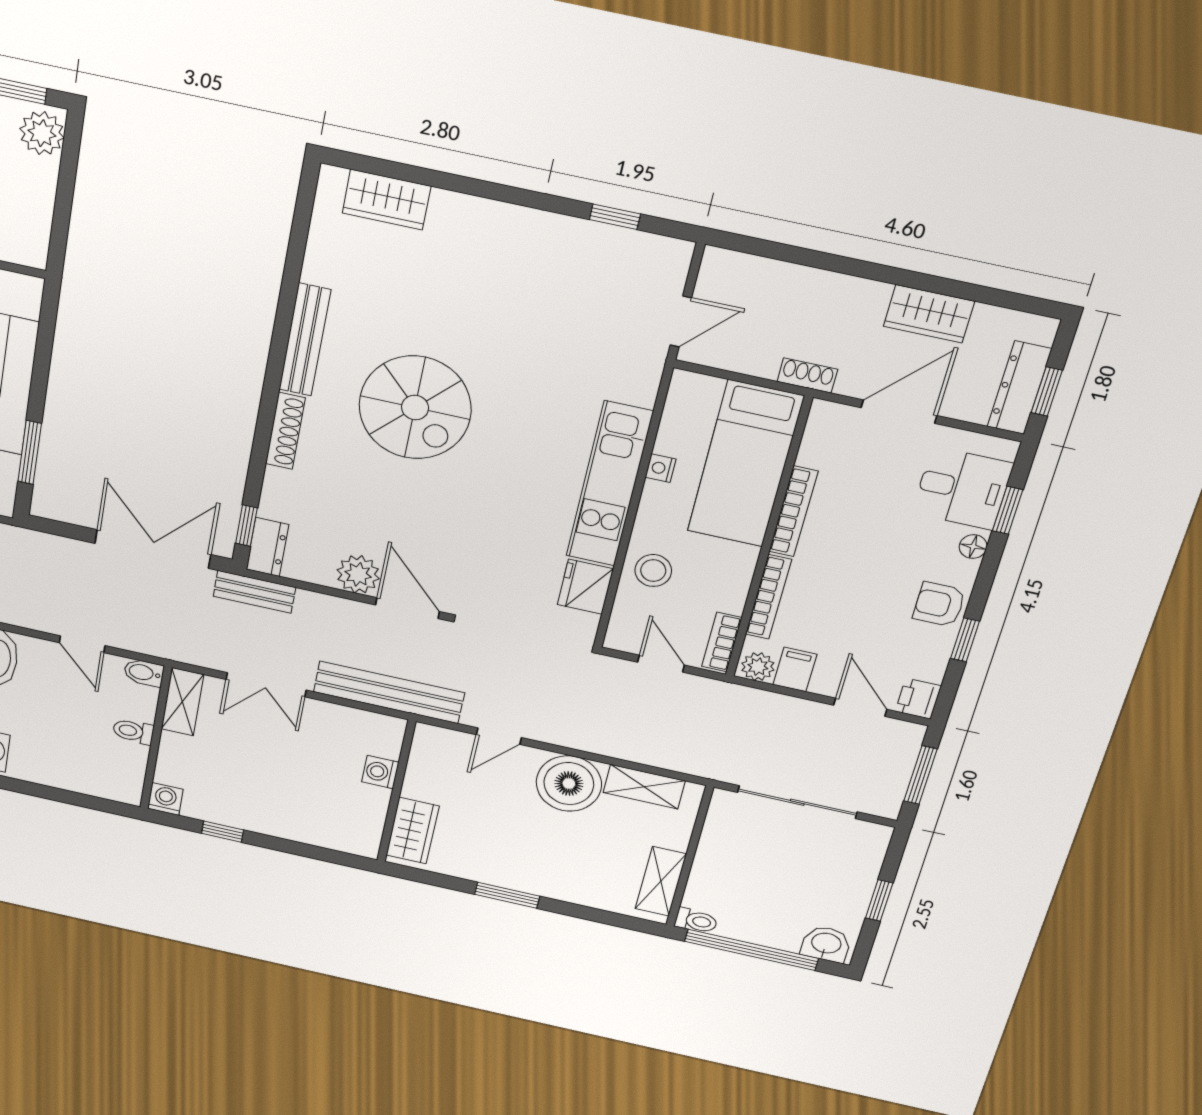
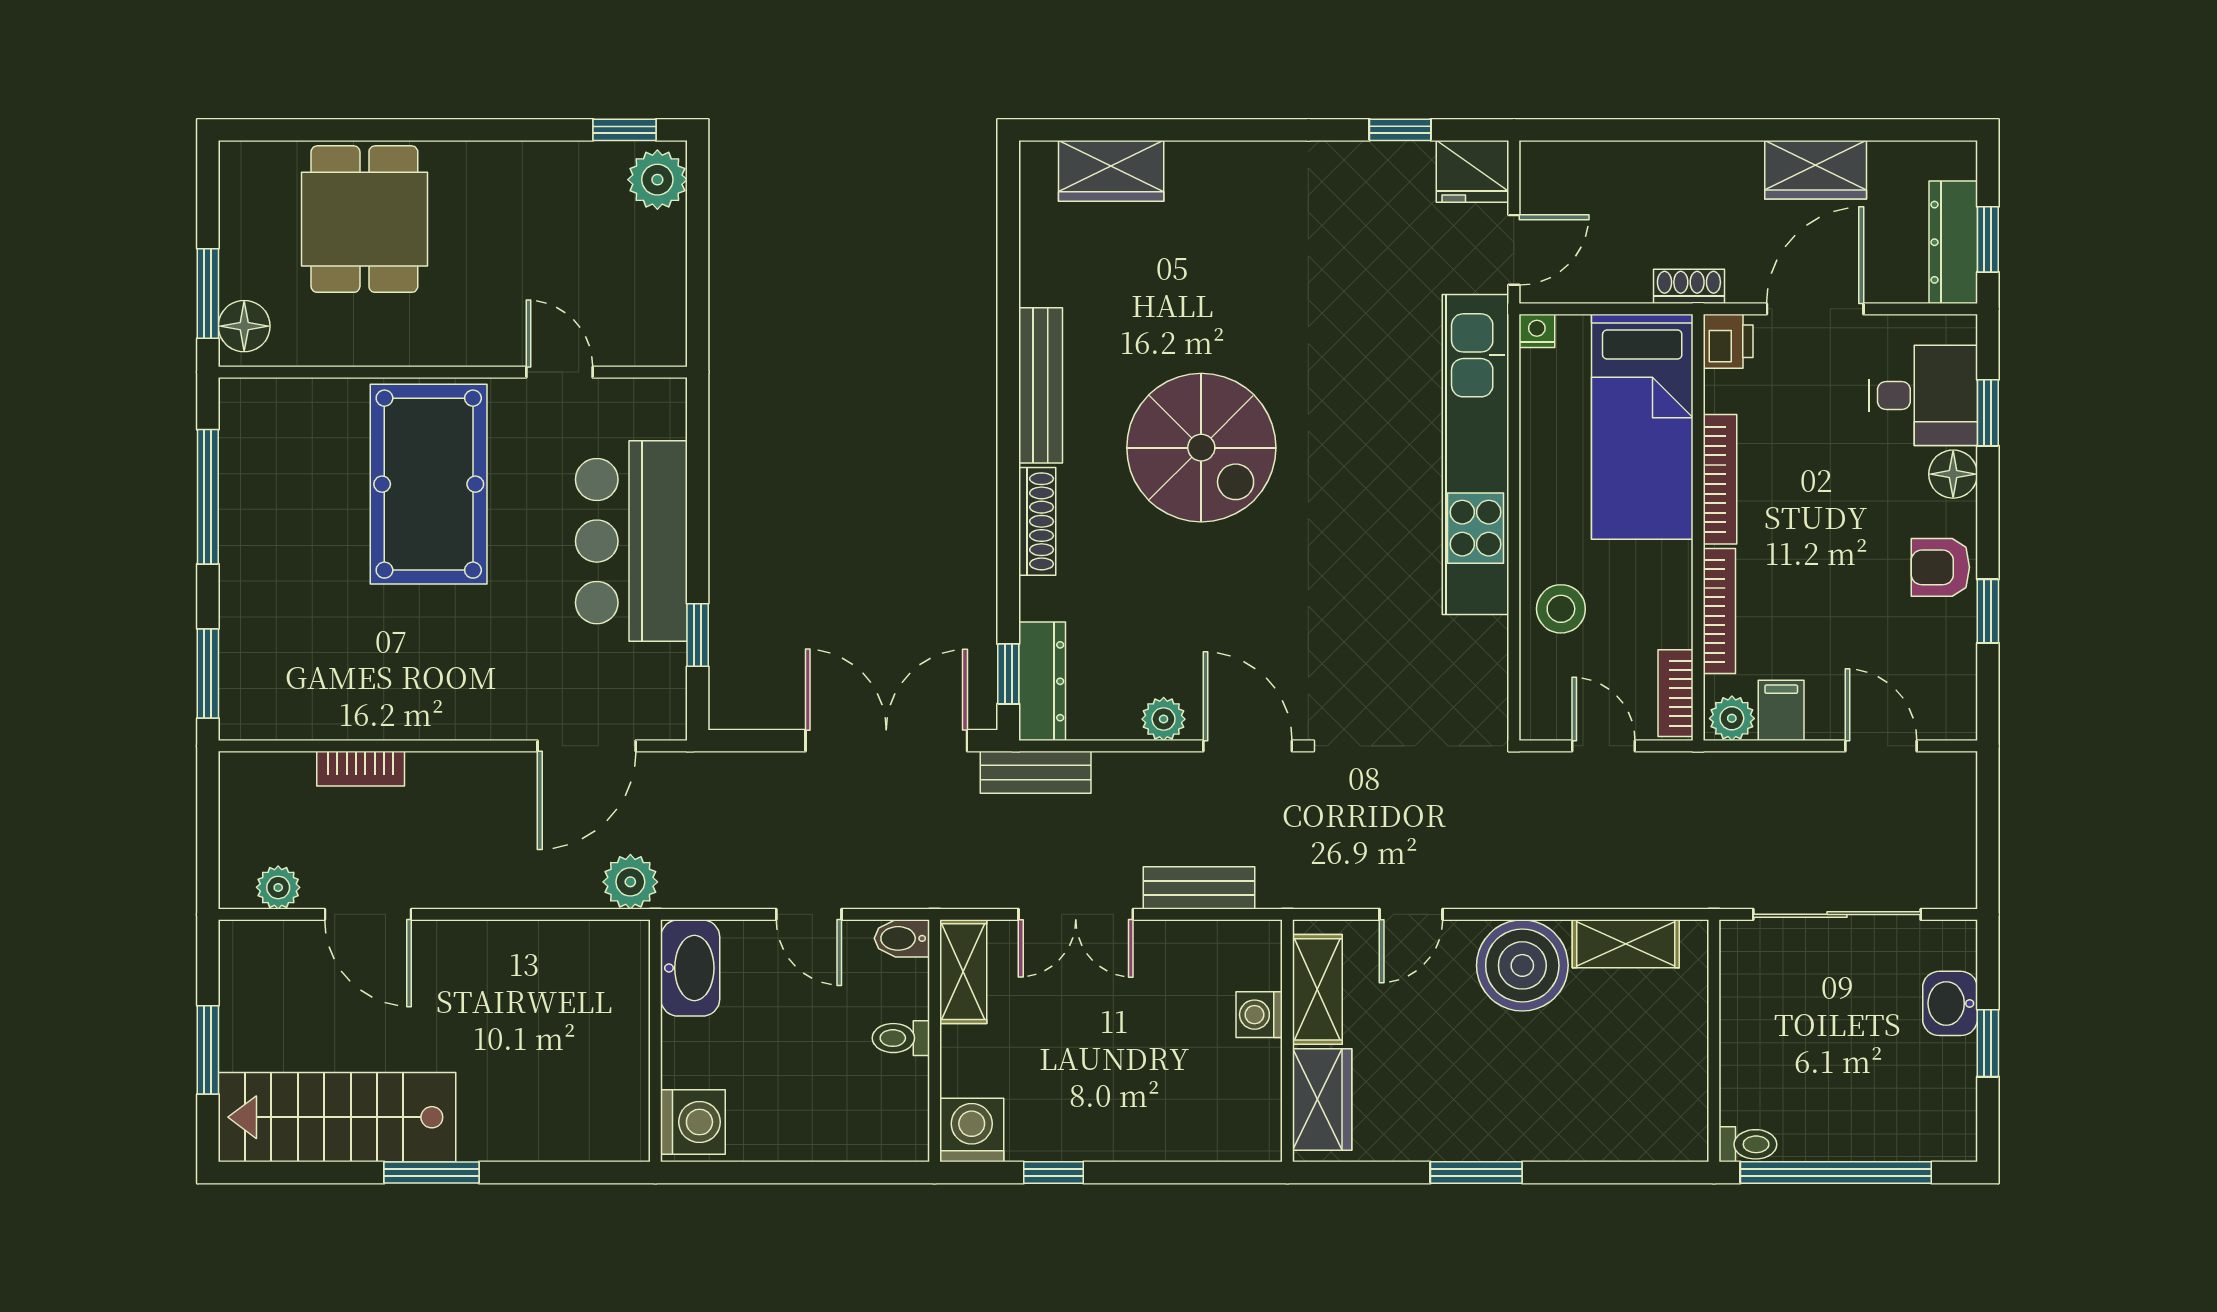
window: (30, 452) -> (698, 635), width x0.67
nightstand: (661, 468) -> (1537, 331), moved, turned 90
kitchen unit: (609, 484) -> (1475, 455), width x1.36
dresser: (267, 547) -> (1042, 681), width x1.44
floor lamp: (973, 547) -> (1953, 474), width x1.37, depth x1.37
plant: (358, 574) -> (1164, 719), width x0.73, depth x0.73
fridge: (585, 587) -> (1473, 171), moved, turned -90
bench: (389, 692) -> (1199, 888), width x0.54, depth x0.82
printer: (918, 699) -> (1728, 341), moved, turned 180
window: (920, 775) -> (1988, 829), removed
washing machine: (165, 799) -> (972, 1130), width x1.38, depth x1.38
shelving: (661, 881) -> (1317, 989), moved
washbasin: (826, 944) -> (1950, 1003), moved, turned -90

